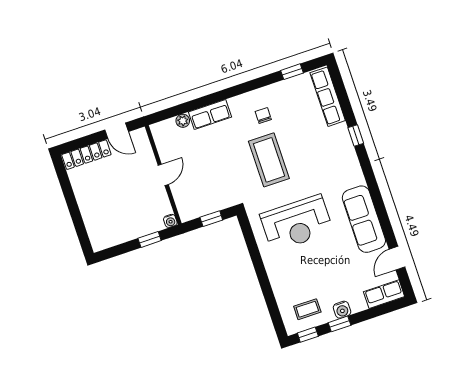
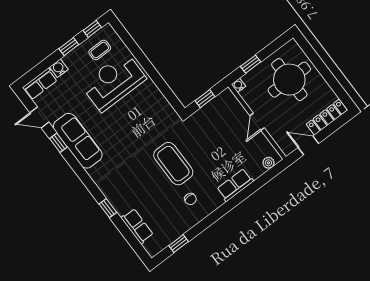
row of seats: (328, 97) -> (137, 226), width x0.68
plant: (183, 121) -> (268, 163), moved
round table: (113, 209) -> (289, 80), added
reception desk: (297, 223) -> (114, 82), moved
window: (385, 224) -> (58, 143), added
door: (397, 258) -> (39, 117), swing flipped
water cooler: (342, 310) -> (59, 68), moved

